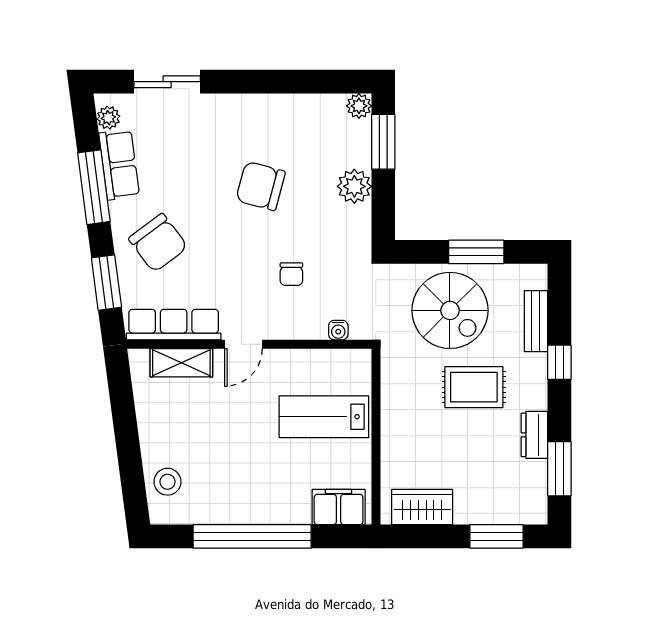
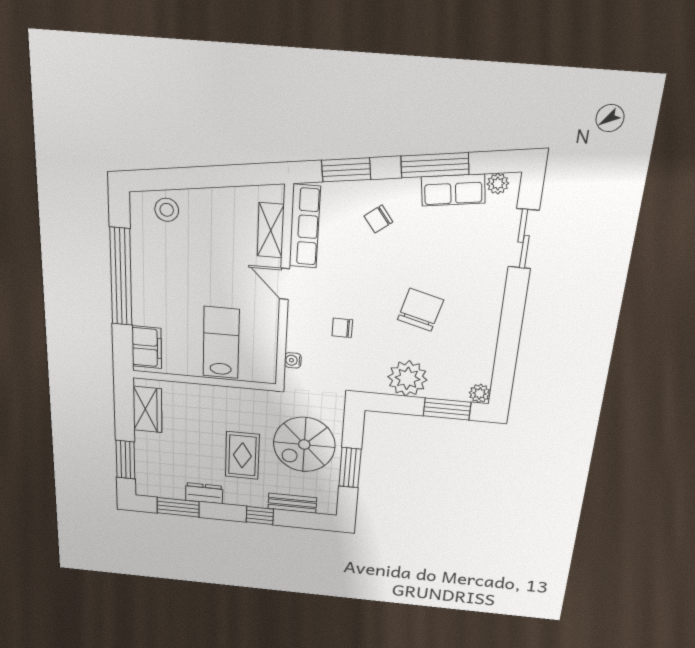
plant: (354, 186) -> (407, 378), width x1.36, depth x1.36
chair: (158, 243) -> (378, 219), width x0.54, depth x0.54

